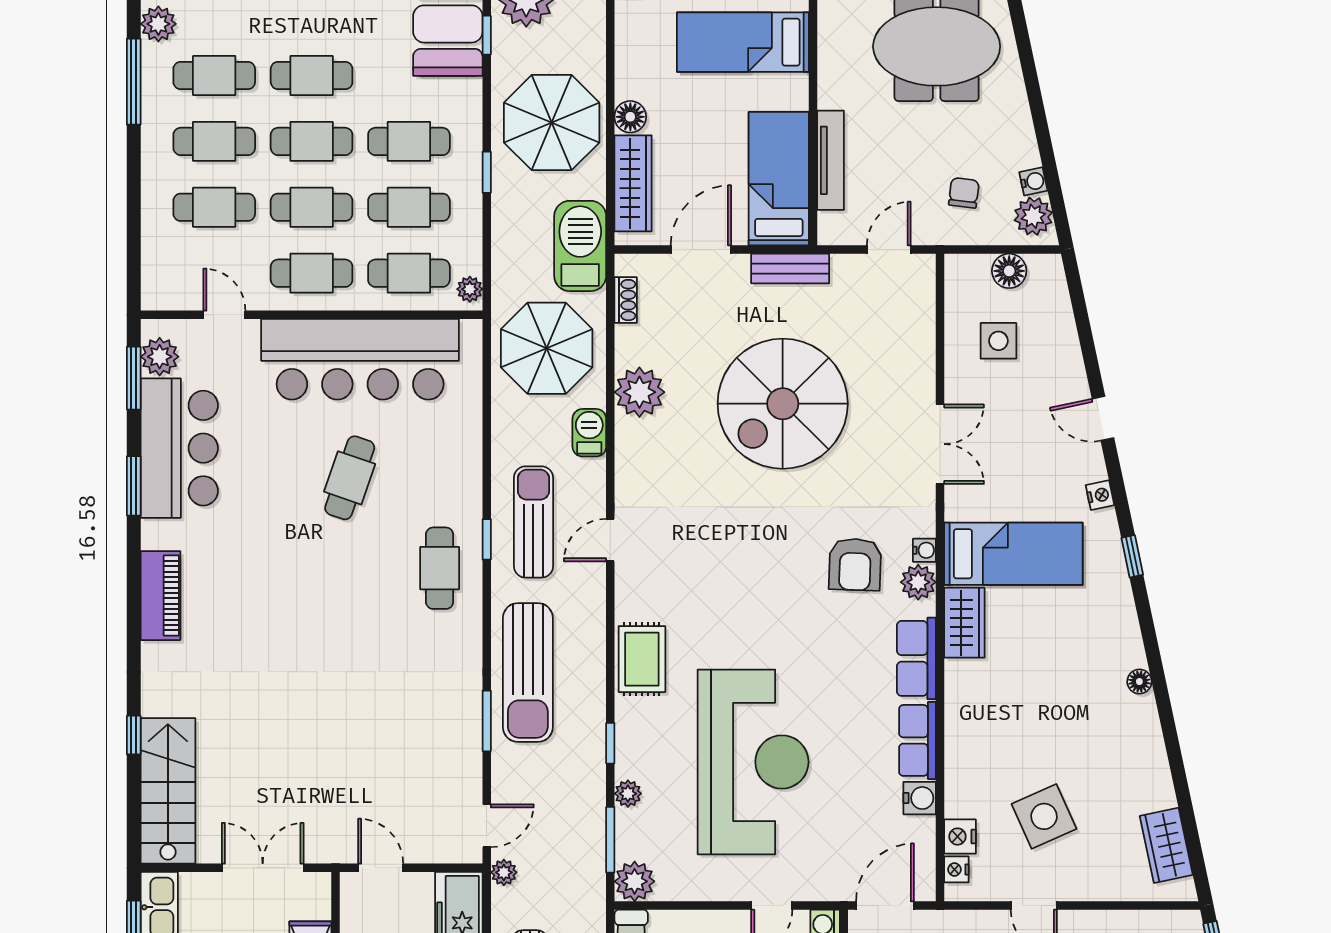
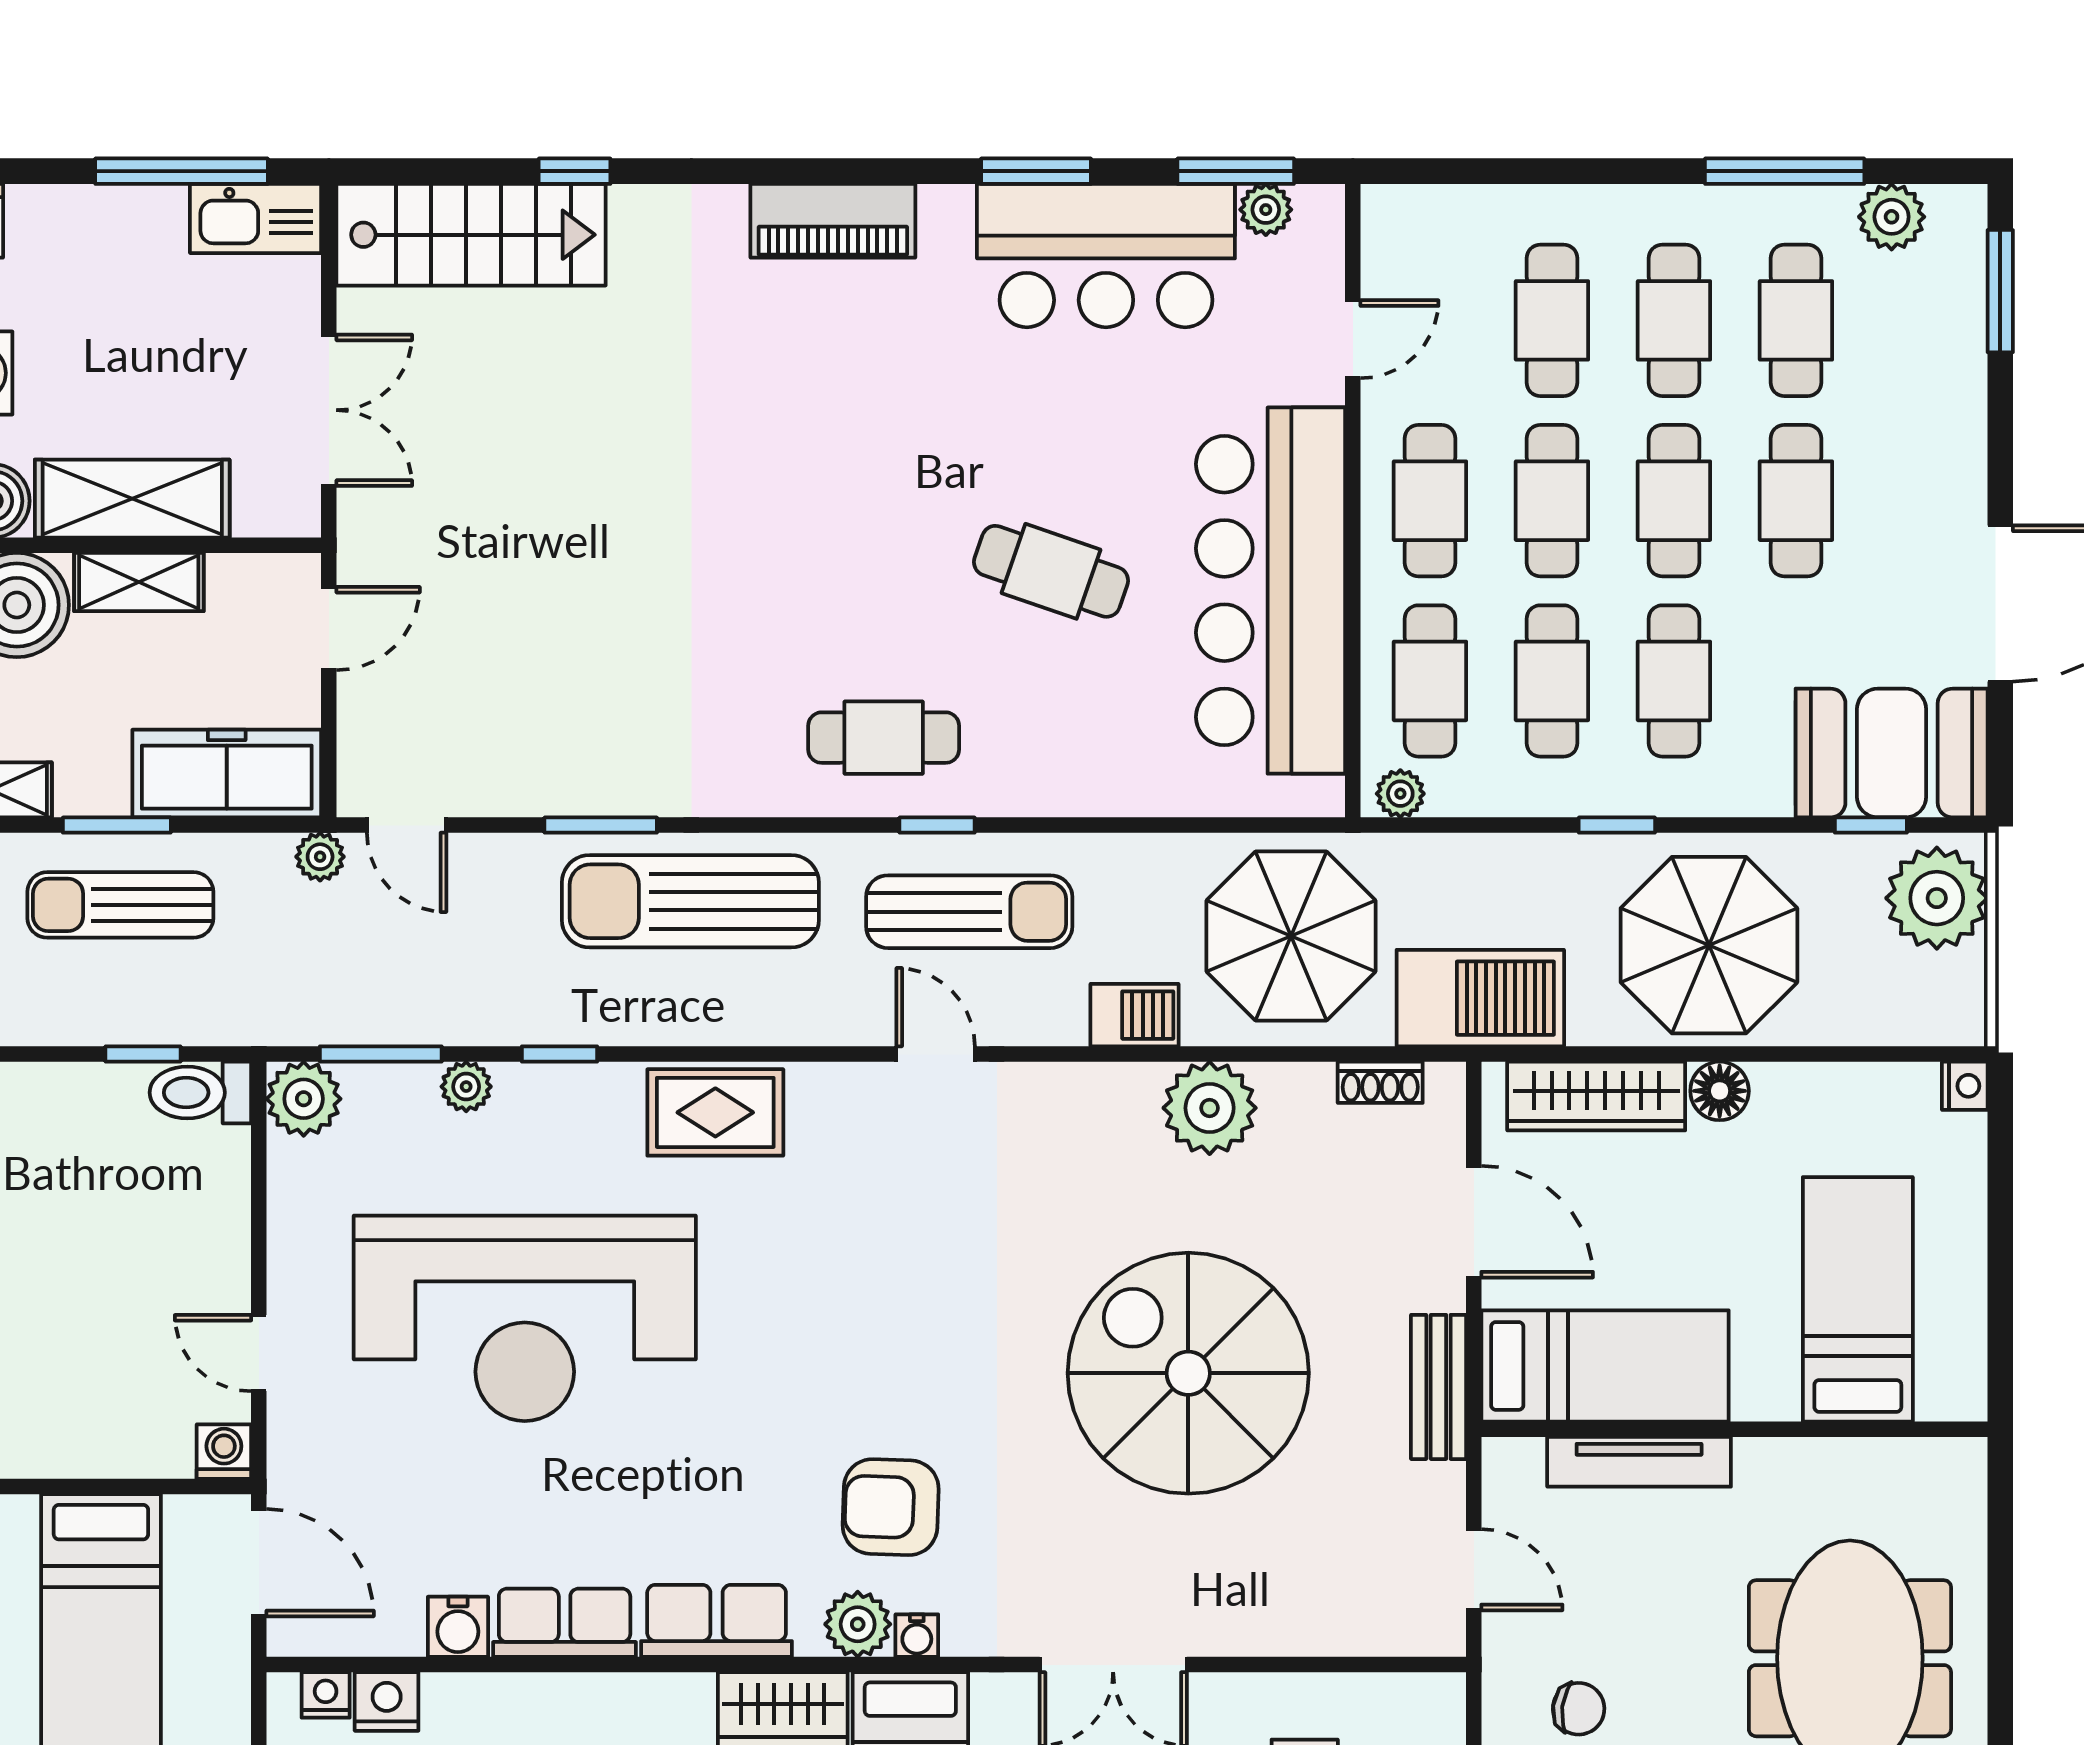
plant: (160, 357) -> (1266, 210), width x0.73, depth x0.73

